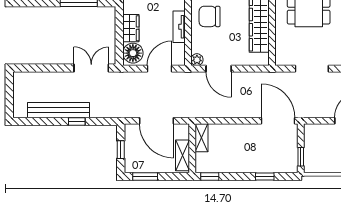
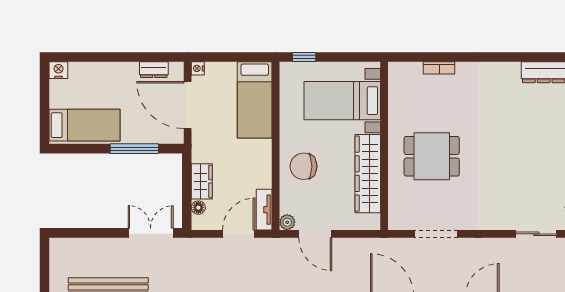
tv unit: (179, 27) -> (264, 210), moved
floor lamp: (133, 53) -> (198, 208), width x0.53, depth x0.53

